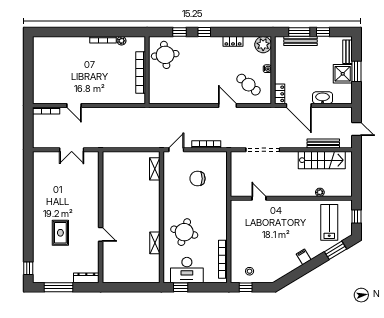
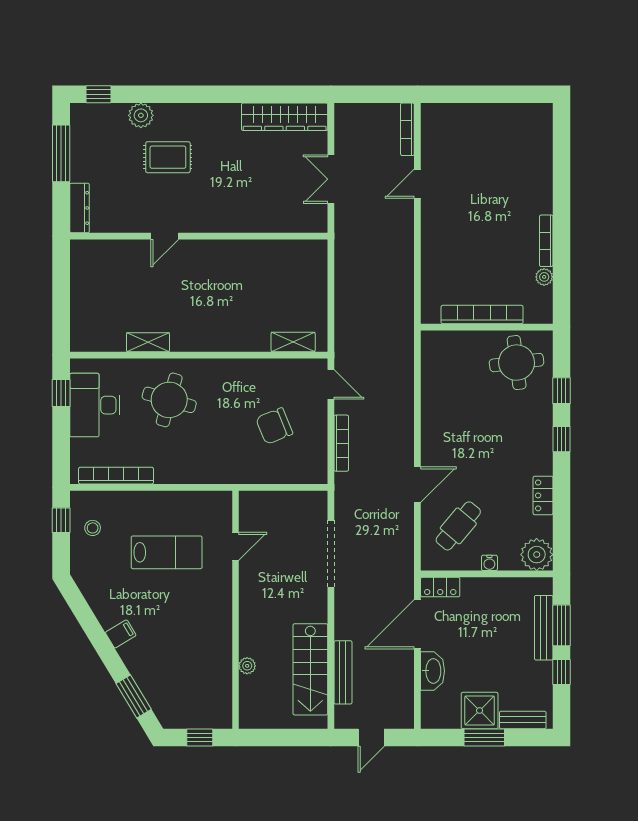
wardrobe: (40, 173) -> (285, 117), added
chair: (198, 179) -> (274, 426), turned -112
lab bench: (329, 222) -> (167, 552), moved
plant: (39, 247) -> (141, 115), added

